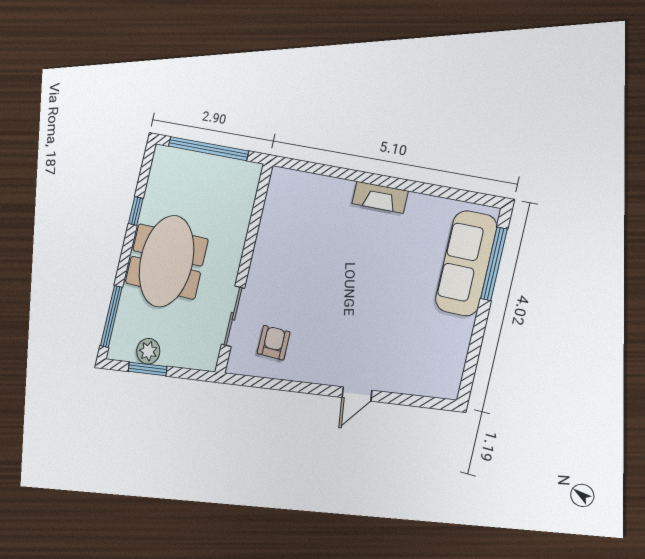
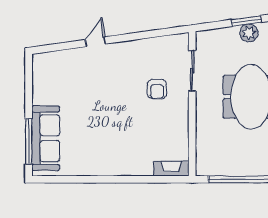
fireplace: (380, 197) -> (171, 169), moved
armchair: (274, 343) -> (157, 89), moved

